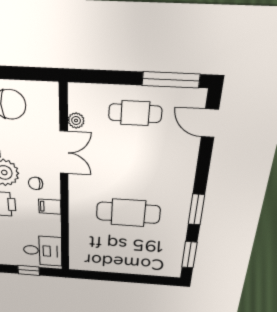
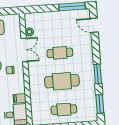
cafe table: (135, 113) -> (60, 53), moved
filing cabinet: (50, 207) -> (20, 98), moved
cafe table: (125, 255) -> (64, 110), added

